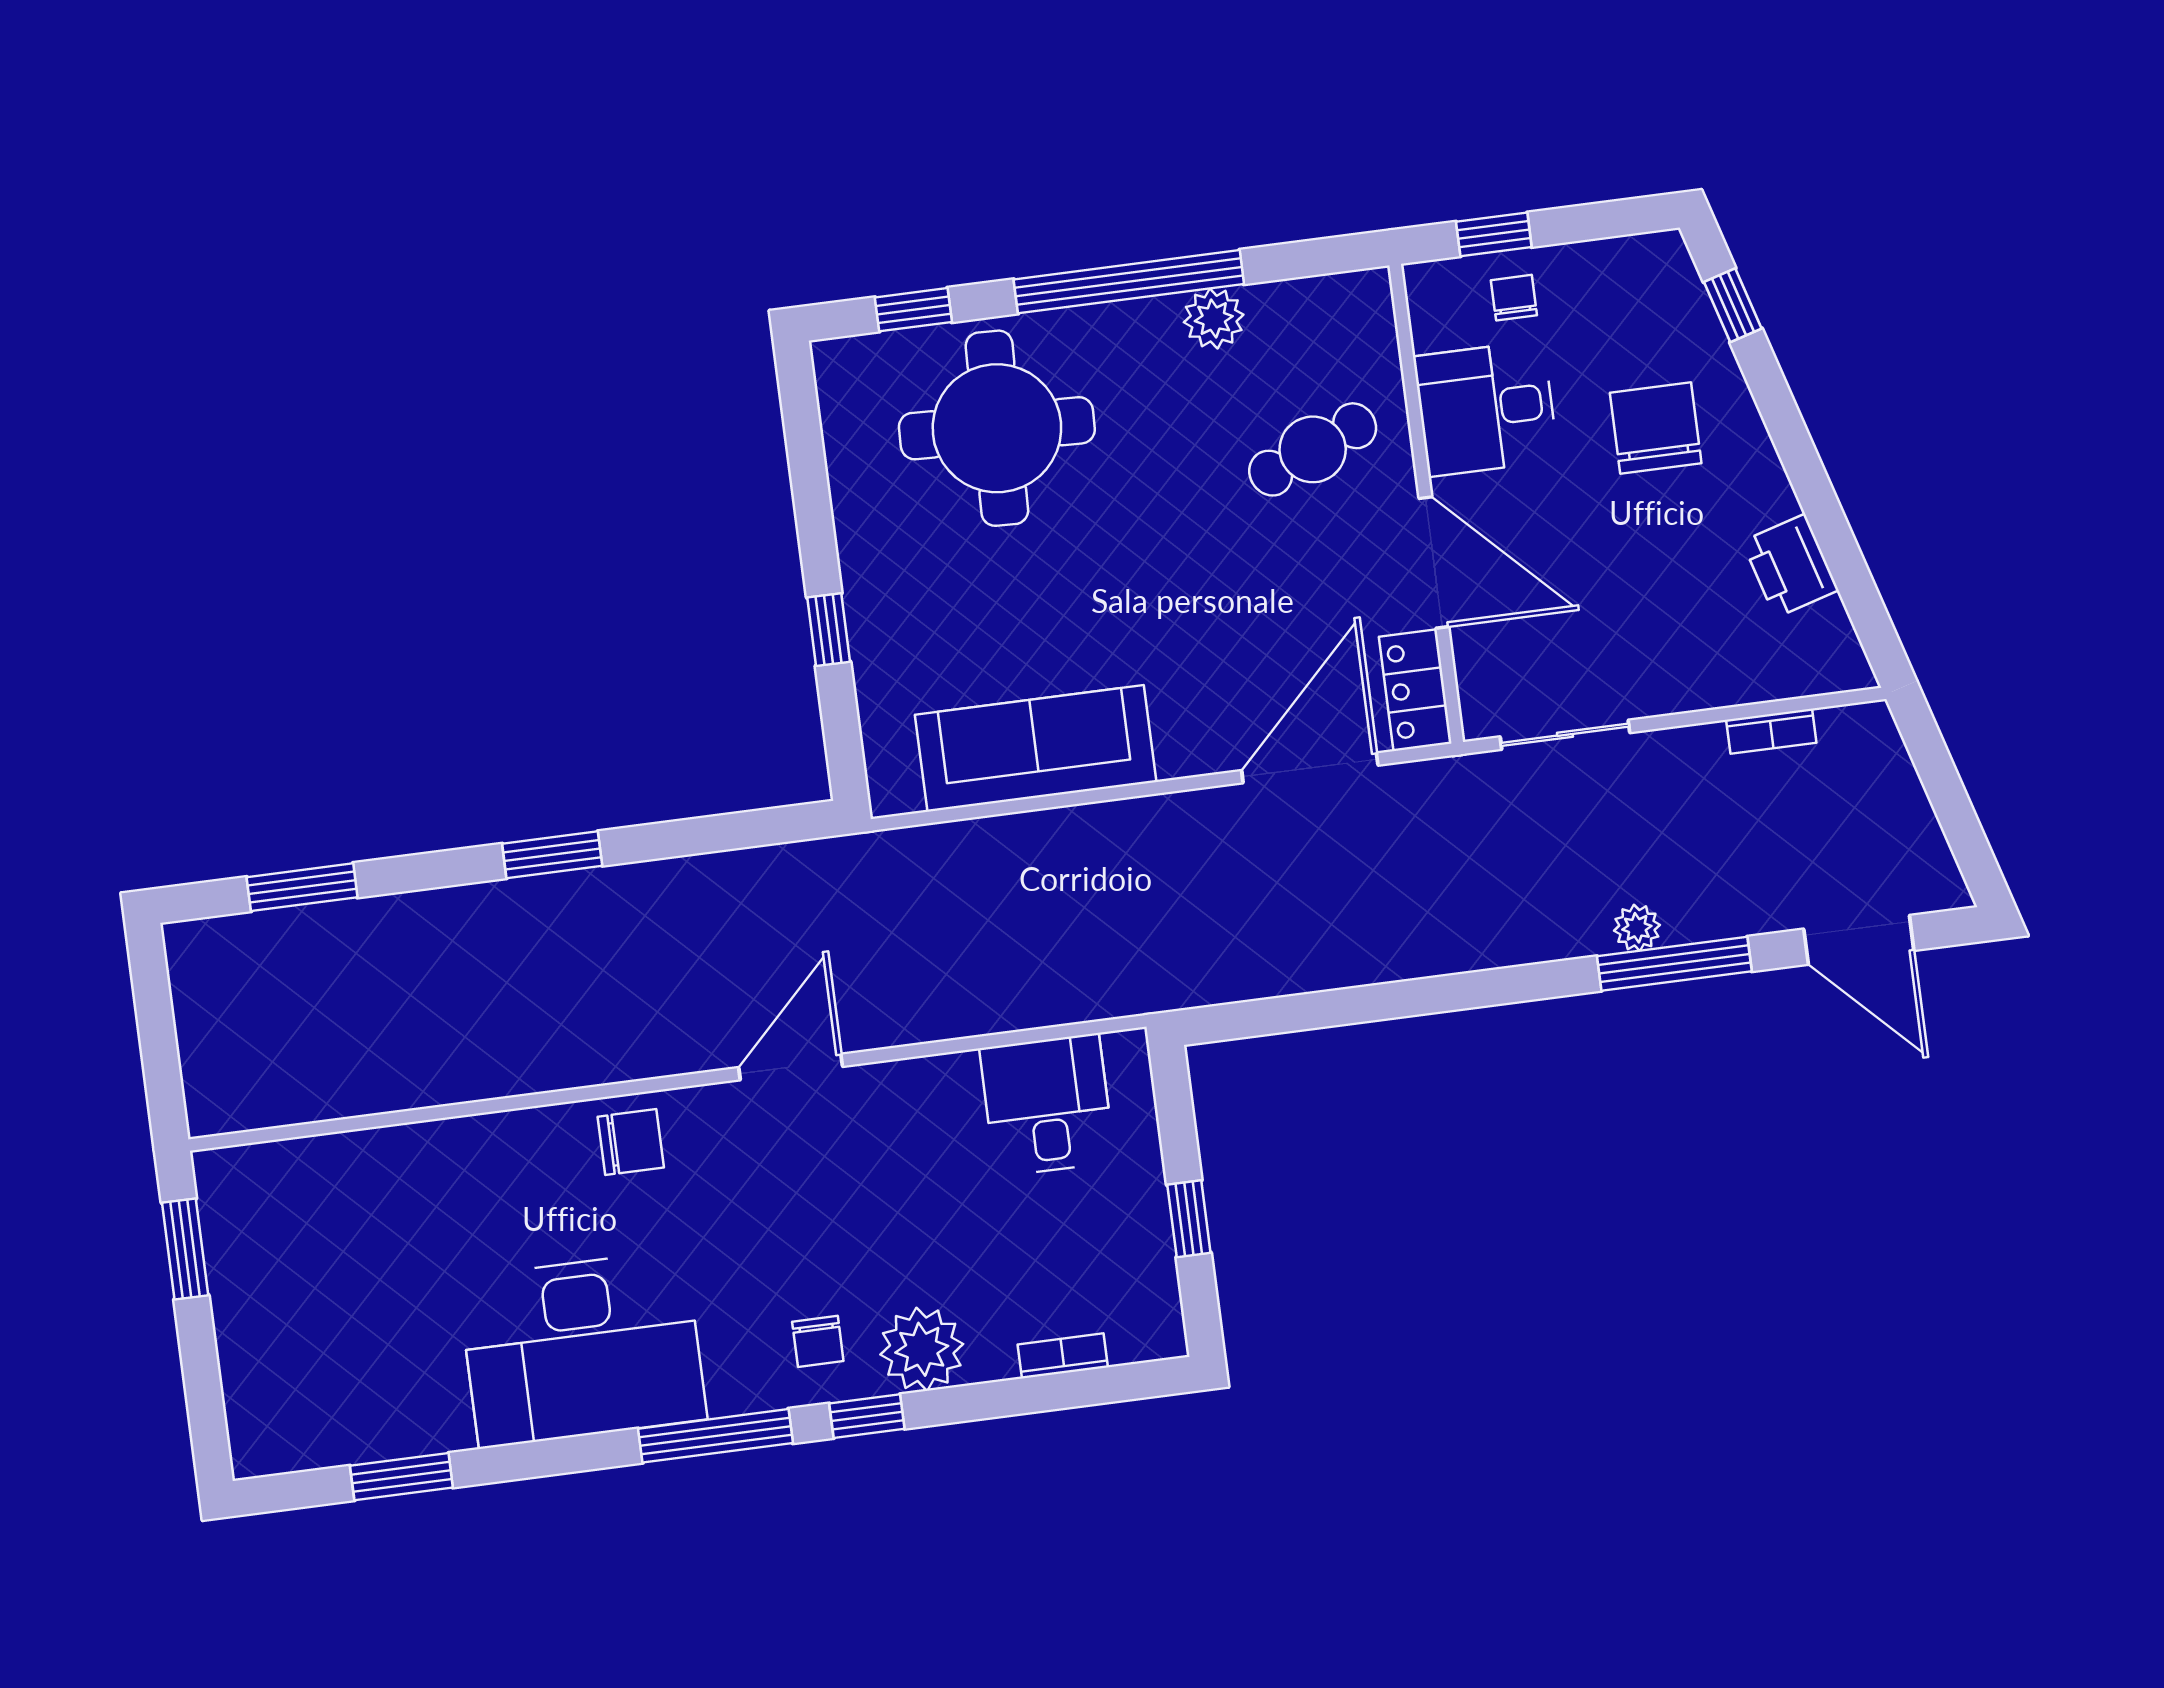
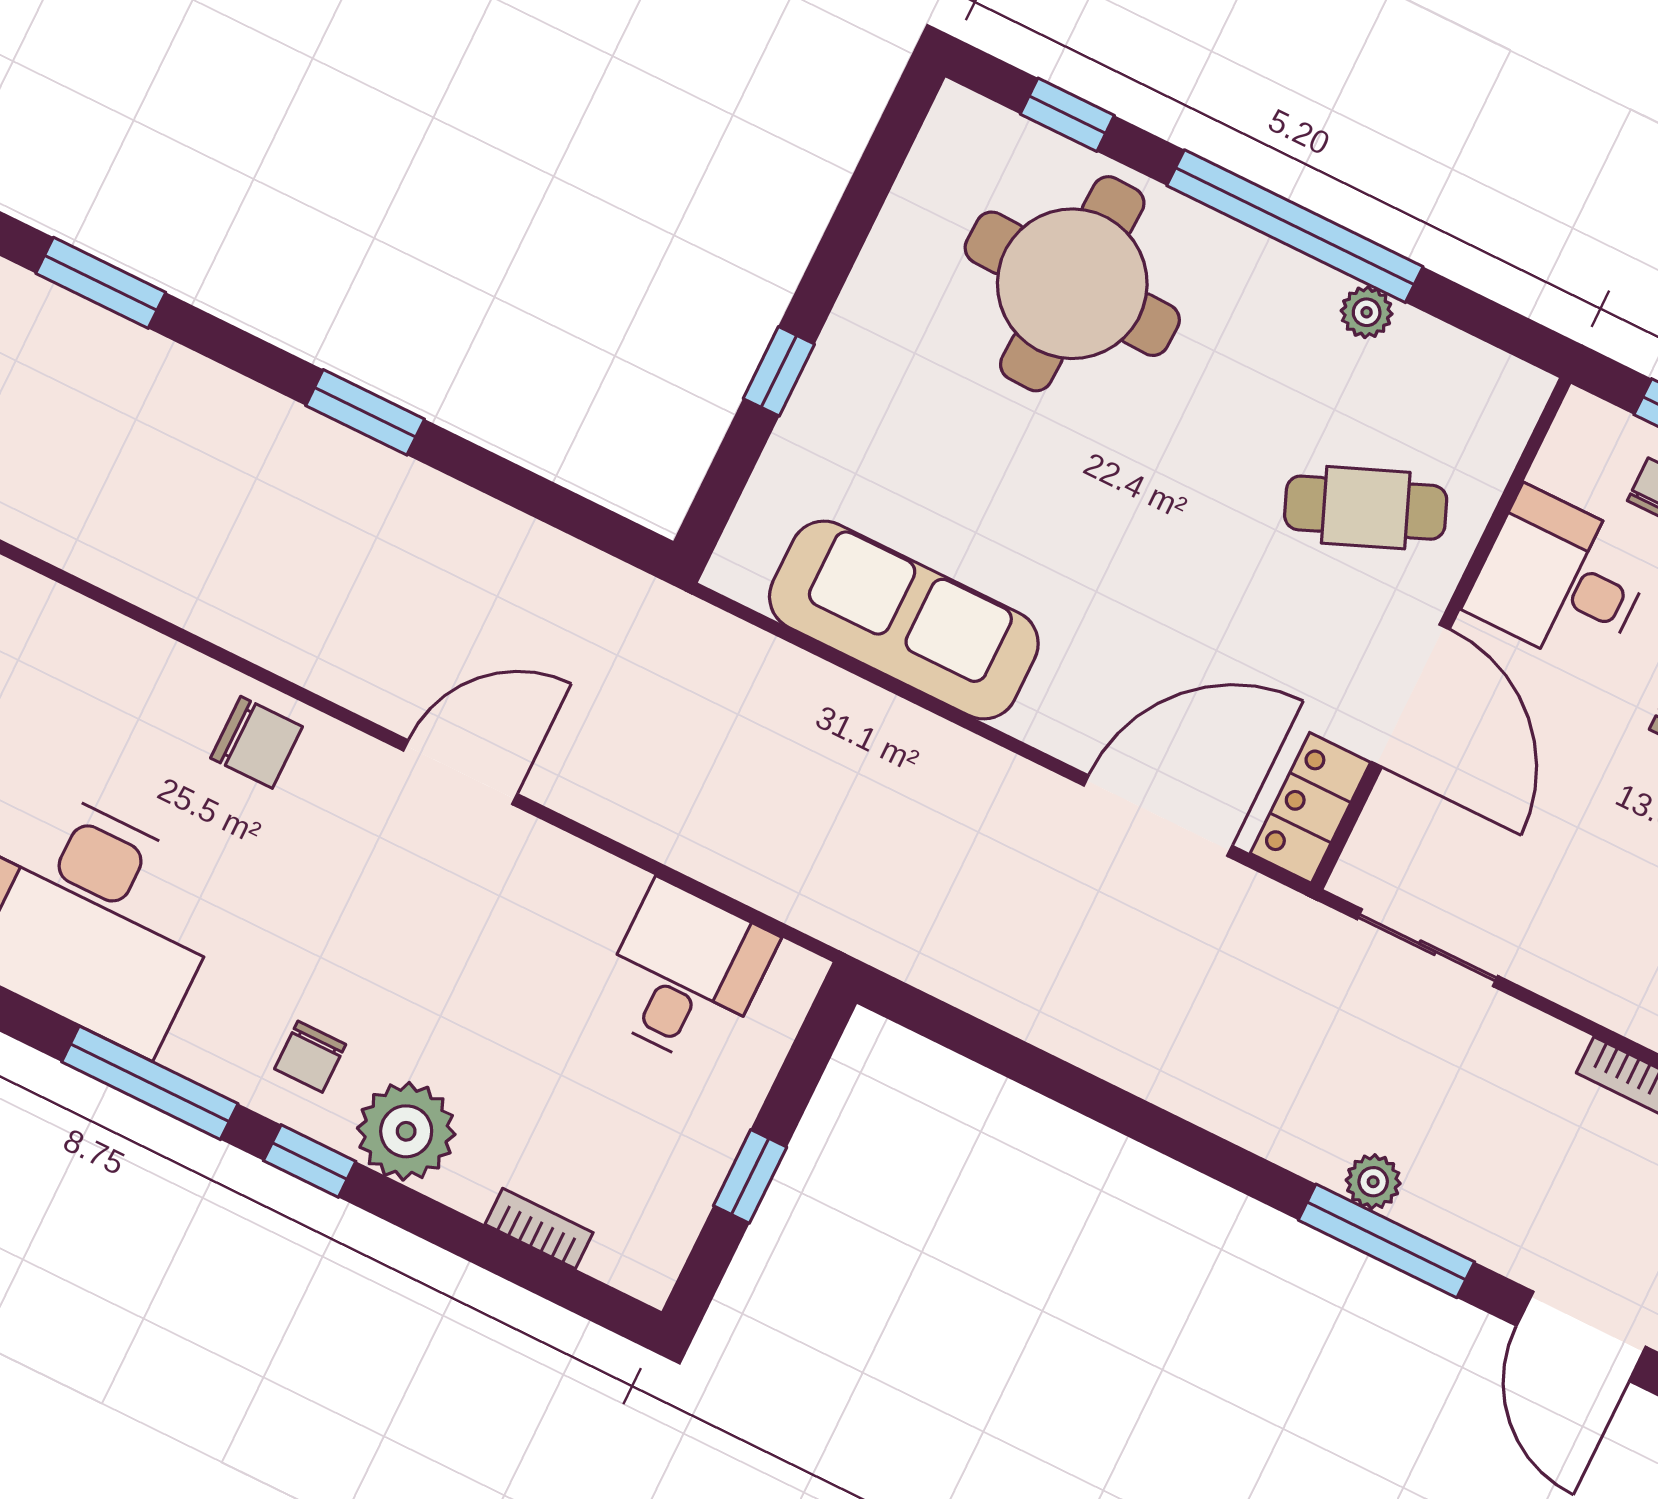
plant: (1214, 319) -> (1367, 312), width x0.73, depth x0.73

